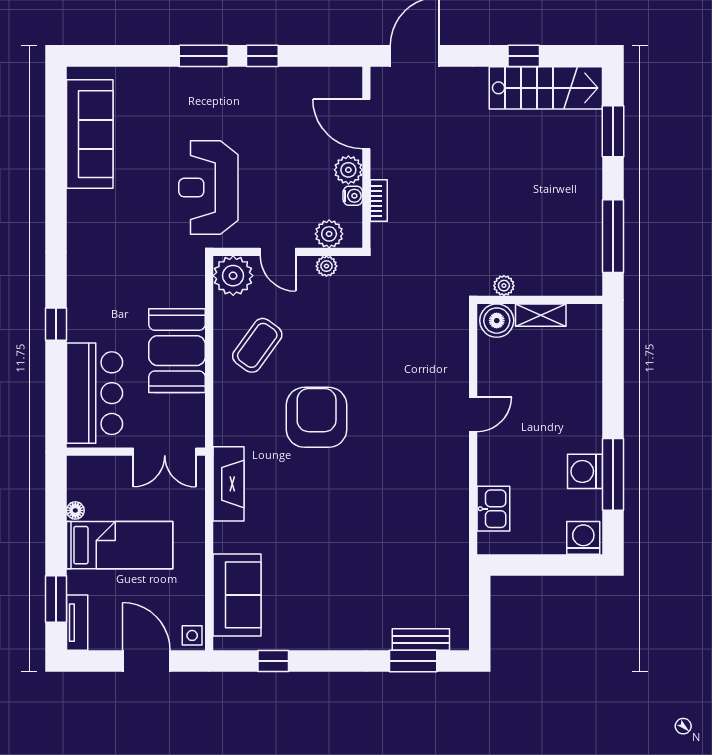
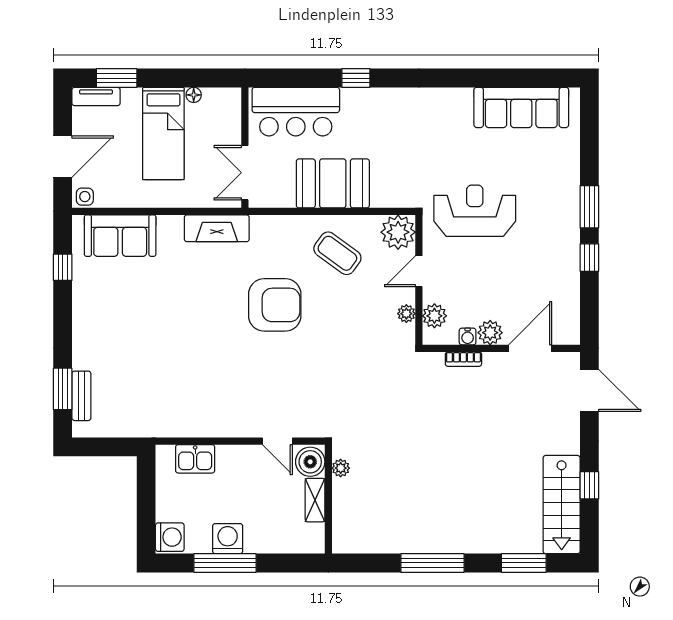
plant: (504, 286) -> (341, 468), moved
wall: (540, 300) -> (328, 499), moved
shelving: (541, 315) -> (315, 500), moved
boiler: (497, 321) -> (310, 462), moved

